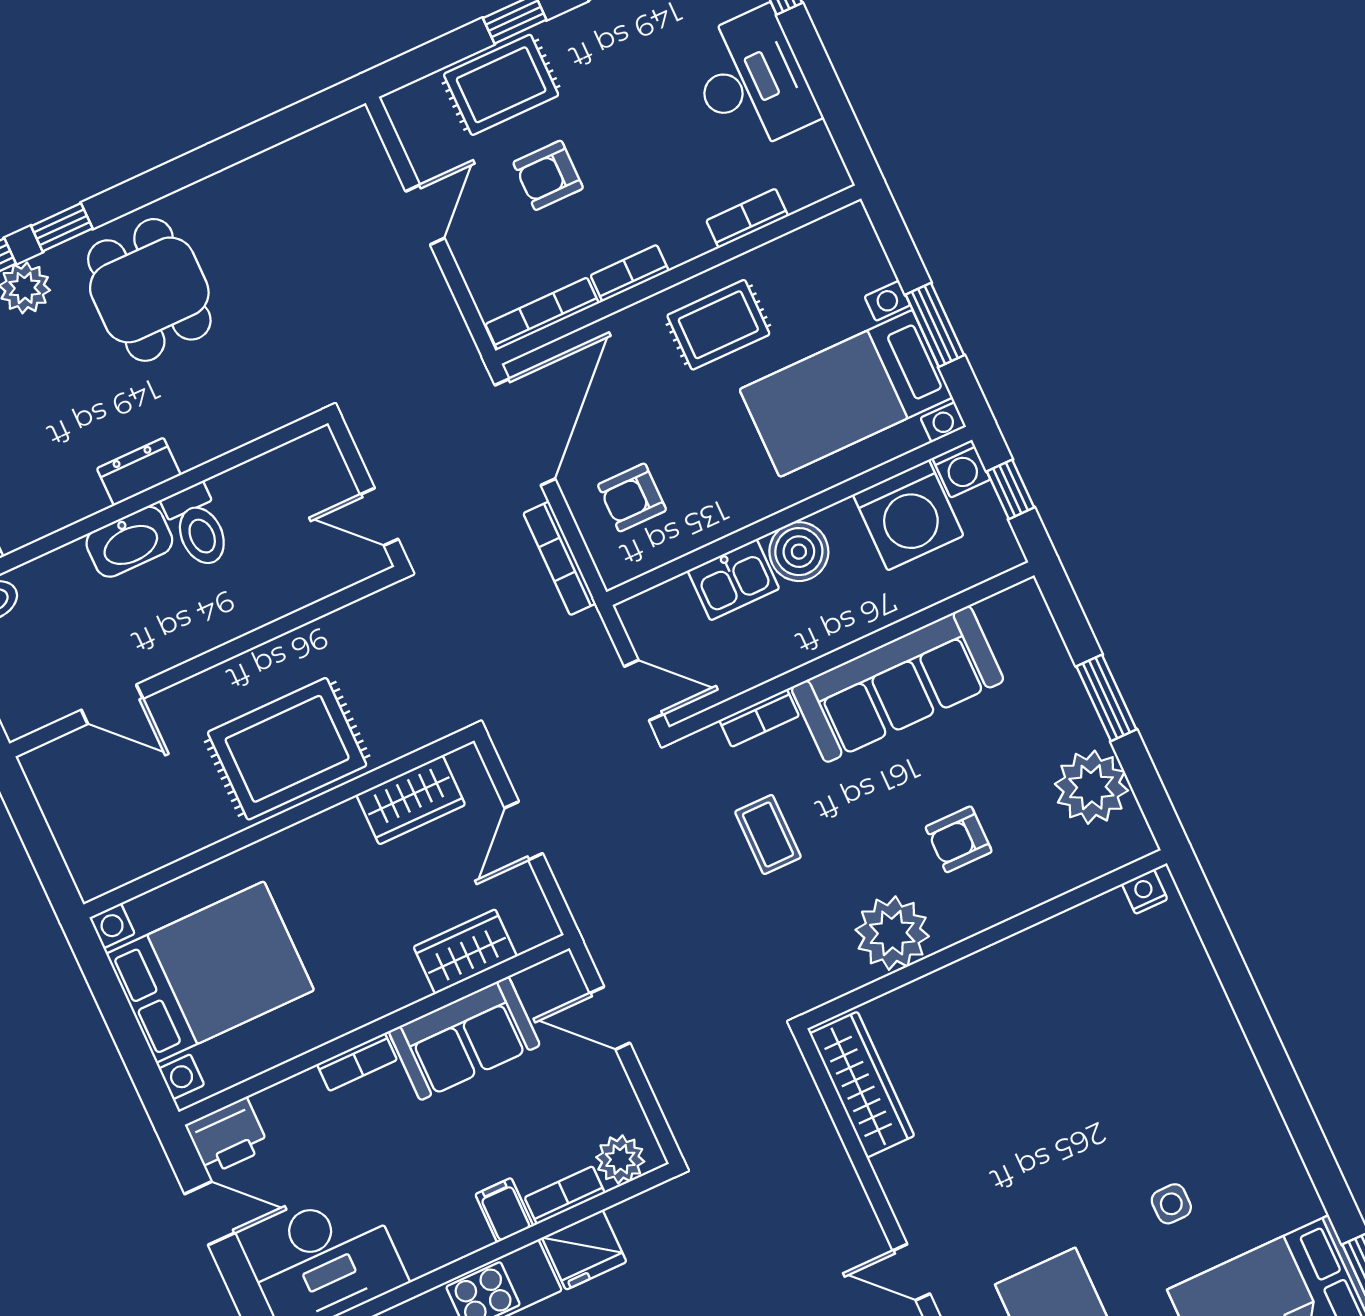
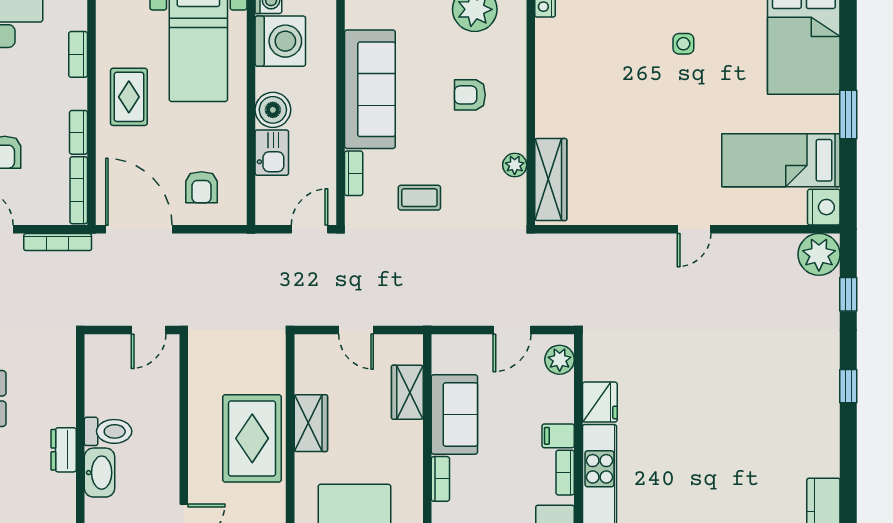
bookcase: (560, 558) -> (58, 242), moved
wardrobe: (411, 800) -> (311, 423), moved
armchair: (959, 839) -> (470, 95), turned 90
plant: (892, 933) -> (515, 165), width x0.53, depth x0.53
door: (610, 1018) -> (512, 330), moved
wardrobe: (862, 1085) -> (551, 180), moved, turned 90
bookcase: (565, 1195) -> (565, 473), moved
side table: (1171, 1204) -> (683, 44), moved

